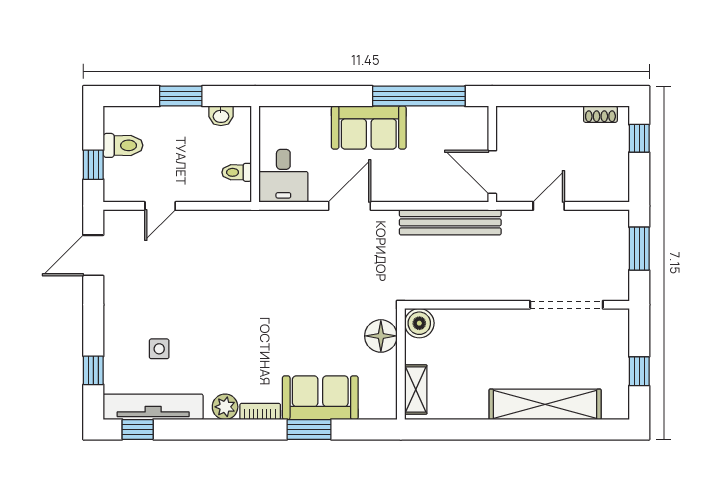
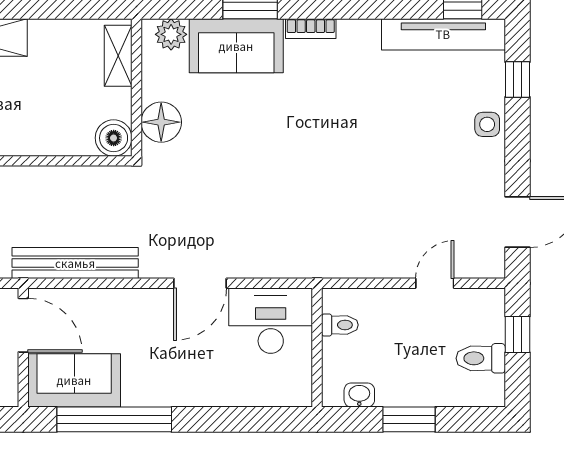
sofa: (369, 128) -> (74, 380), moved
desk: (283, 176) -> (271, 321), width x1.37
side table: (159, 349) -> (487, 124), moved
plant: (225, 407) -> (171, 34), moved

